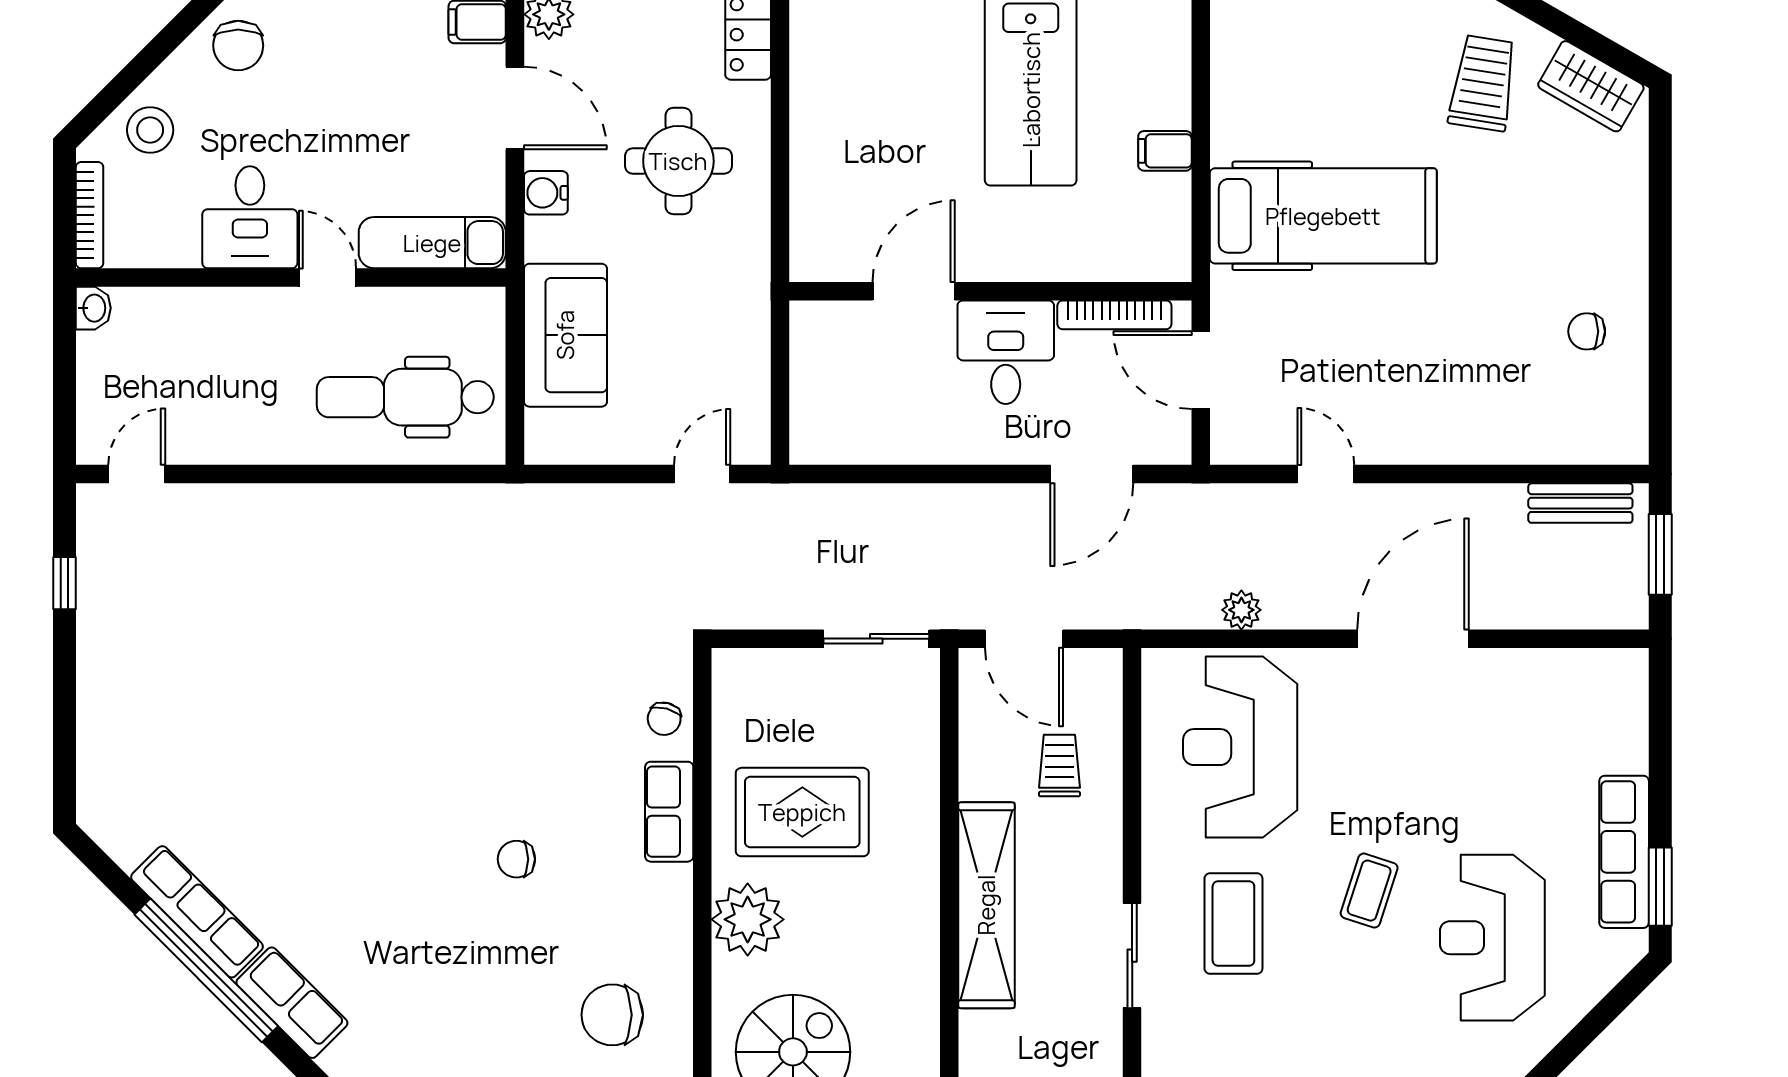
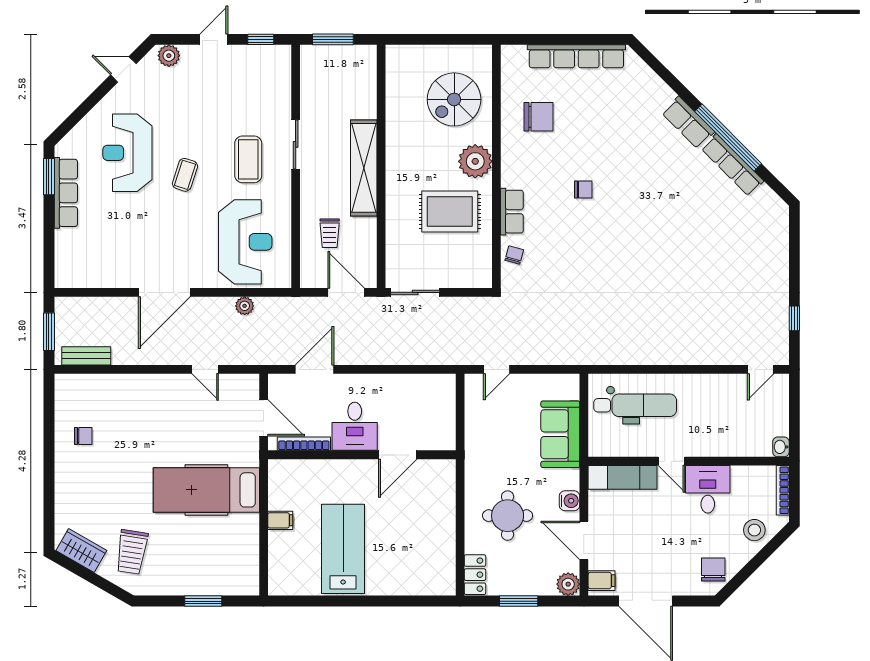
reception desk: (1492, 938) -> (127, 153), turned 180

